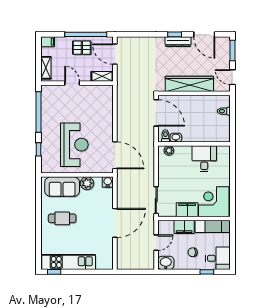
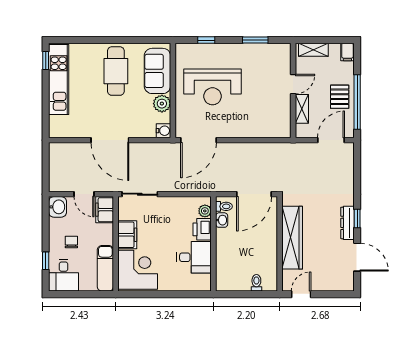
door: (204, 34) -> (357, 257), swing flipped
window: (232, 51) -> (336, 294), removed
shelving: (102, 76) -> (302, 109), moved
window: (39, 112) -> (255, 40), width x0.47
printer: (183, 153) -> (202, 229), added
cafe table: (62, 218) -> (116, 71), width x1.37, depth x1.35
filing cabinet: (184, 227) -> (105, 210), moved

